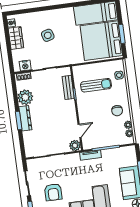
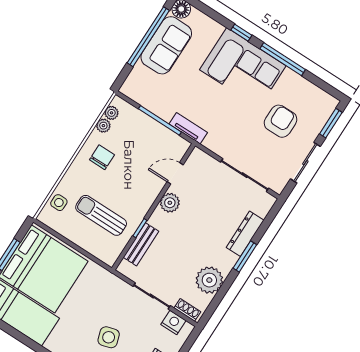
dresser: (25, 118) -> (245, 234), moved
plant: (75, 145) -> (170, 203), moved

